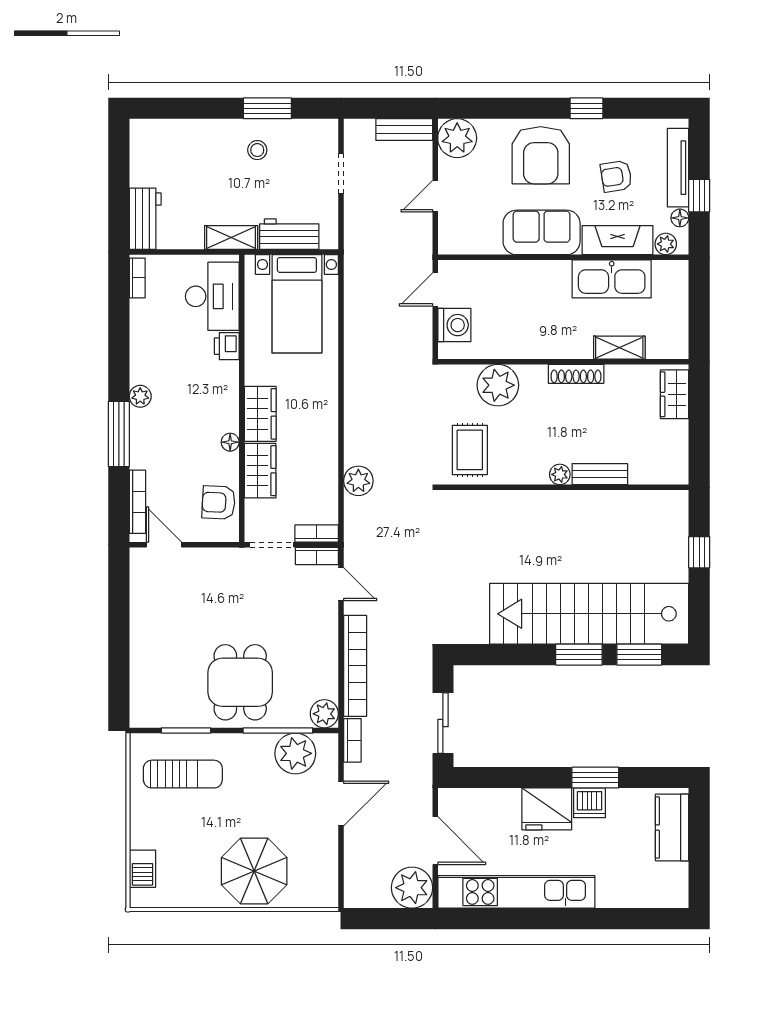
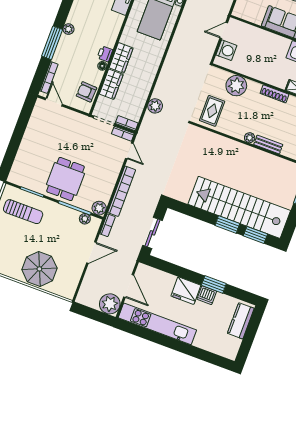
printer: (227, 346) -> (105, 54), moved
plant: (295, 753) -> (85, 219), width x0.53, depth x0.53

